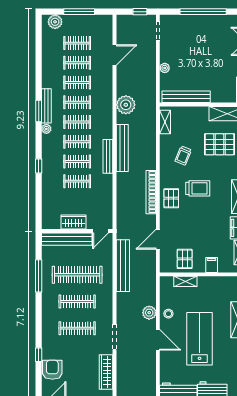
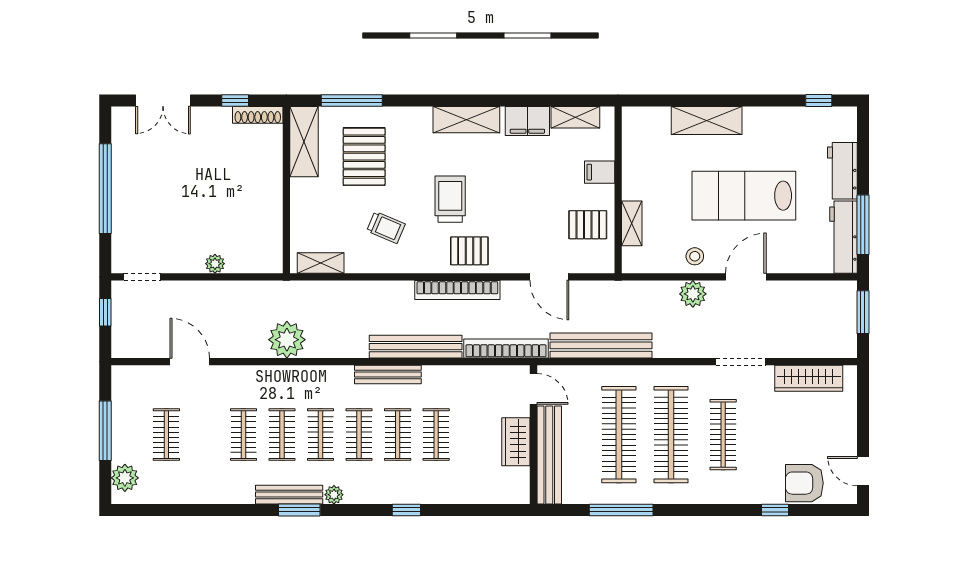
clothes rail: (77, 63) -> (205, 435), removed
bench: (186, 97) -> (271, 222), removed
bench: (122, 148) -> (416, 347), moved
bookcase: (121, 217) -> (506, 349), added
clothes rail: (77, 301) -> (671, 435), width x1.37, depth x1.31

